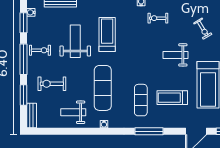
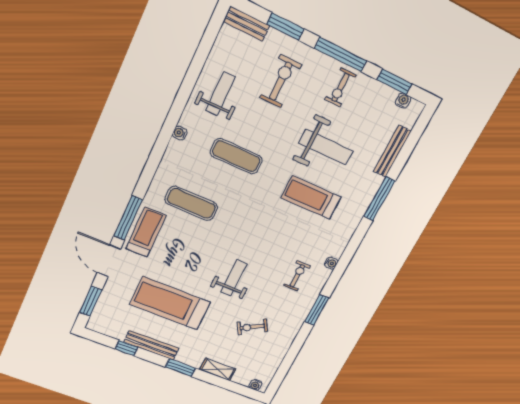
treadmill: (107, 35) -> (311, 197), turned 180
exercise mat: (103, 88) -> (236, 156), width x0.73, depth x0.69
treadmill: (172, 98) -> (146, 232), moved
window: (149, 131) -> (128, 218), moved

